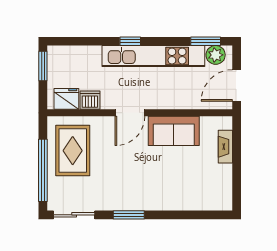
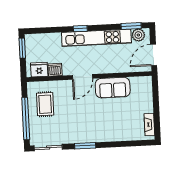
fireplace: (225, 147) -> (149, 125), moved
rug: (73, 151) -> (45, 104), width x0.73, depth x0.70

